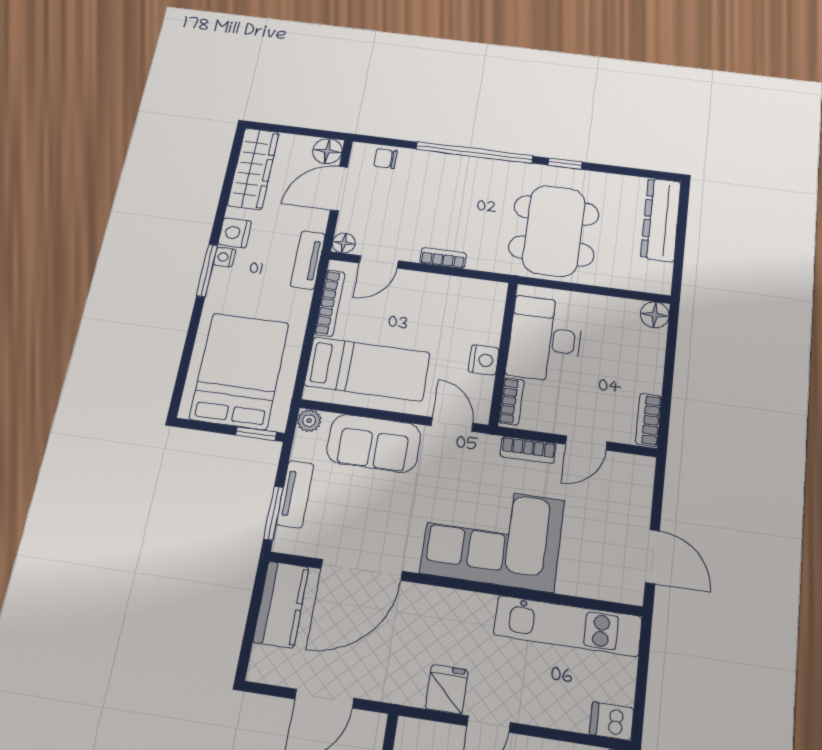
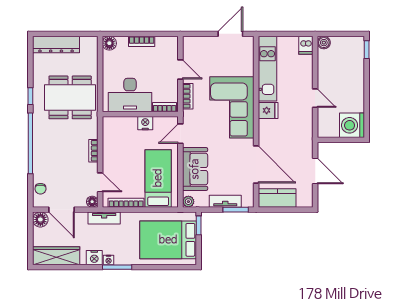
bookcase: (649, 420) -> (142, 41), moved
fridge: (447, 689) -> (268, 110), moved, turned 180

